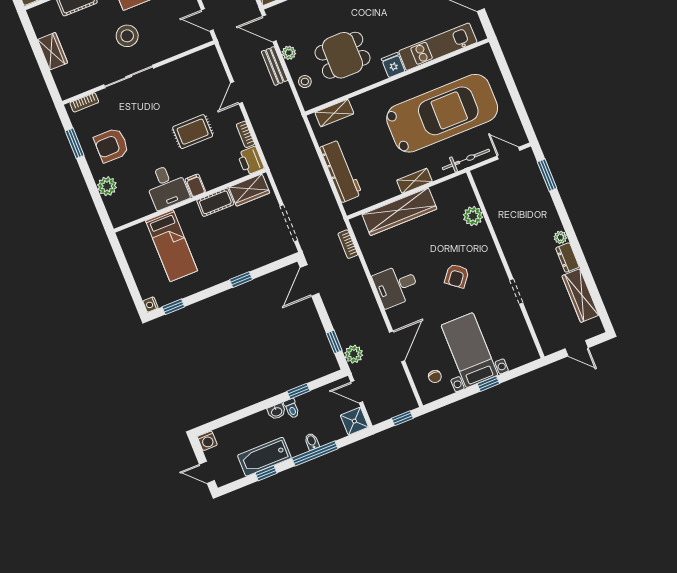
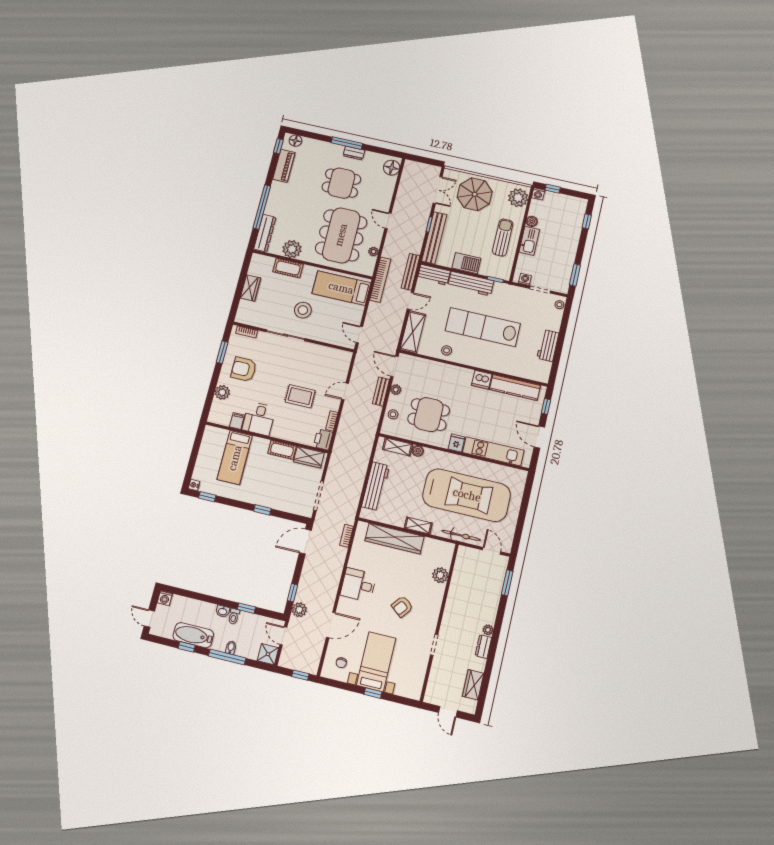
boiler: (359, 102) -> (418, 451), added
filing cabinet: (195, 185) -> (237, 421), moved
wardrobe: (580, 296) -> (473, 685), width x0.67

